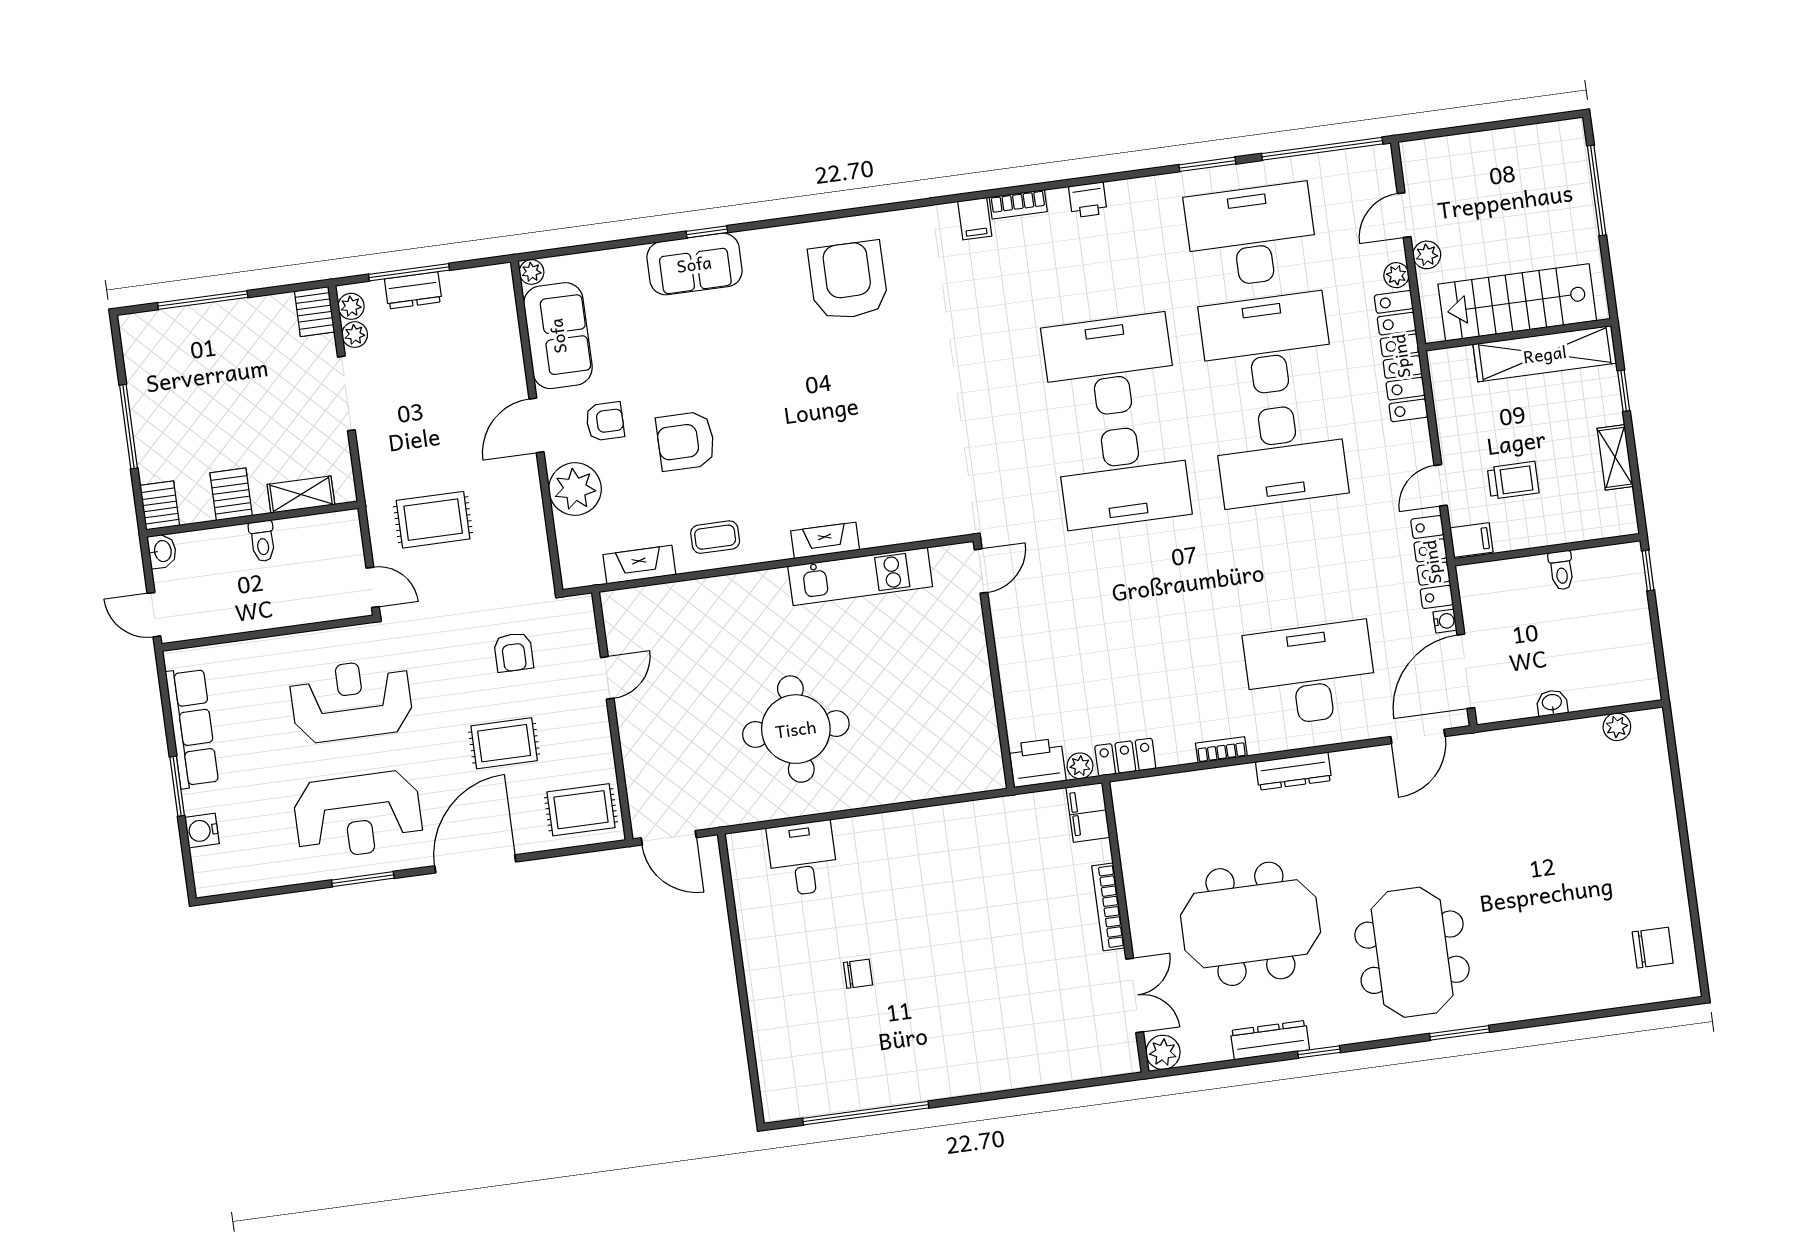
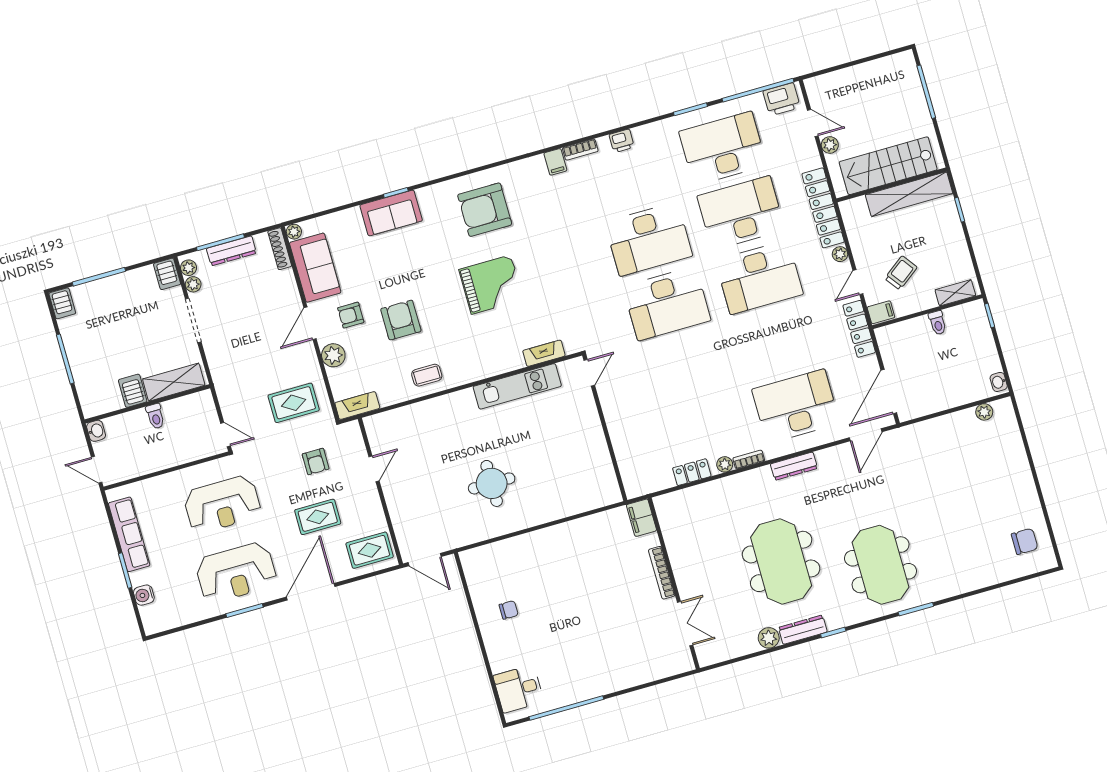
door: (1404, 215) -> (813, 123), swing flipped
plant: (1396, 275) -> (840, 254), moved
armchair: (848, 280) -> (485, 210), turned -90
dresser: (413, 290) -> (231, 251), width x1.44
shoe rack: (504, 297) -> (280, 249), added
desk: (1109, 366) -> (649, 239), turned 180
grand piano: (841, 404) -> (491, 285), added
armchair: (605, 421) -> (351, 315), turned 180
armchair: (686, 441) -> (401, 320), turned 90
shelving: (1615, 457) -> (955, 293), moved, turned 90
trolley: (1513, 480) -> (901, 273), turned -37
plant: (575, 489) -> (333, 355), width x0.73, depth x0.73
shelving: (301, 495) -> (174, 382), width x1.50, depth x1.33
server rack: (160, 505) -> (62, 303), moved, turned 180
rug: (433, 520) -> (294, 403), moved
fireplace: (825, 540) -> (544, 353), moved
fireplace: (639, 565) -> (357, 406), moved
water cooler: (1445, 621) -> (872, 363), removed
reception desk: (351, 701) -> (222, 504), turned 180
washbasin: (1552, 703) -> (999, 382), moved, turned -90
round table: (796, 729) -> (492, 483), width x0.73, depth x0.73
printer: (1037, 763) -> (782, 99), moved, turned 180
plant: (1080, 766) -> (725, 464), moved
filing cabinet: (1088, 812) -> (641, 518), moved
desk: (803, 858) -> (519, 689), moved, turned -90
bookcase: (1108, 907) -> (662, 573), moved
meeting table: (1250, 924) -> (781, 561), turned 90
wall: (1125, 927) -> (674, 583), moved
chair: (858, 974) -> (509, 610), moved
double door: (1135, 995) -> (685, 624), moved
plant: (1163, 1052) -> (769, 638), moved

